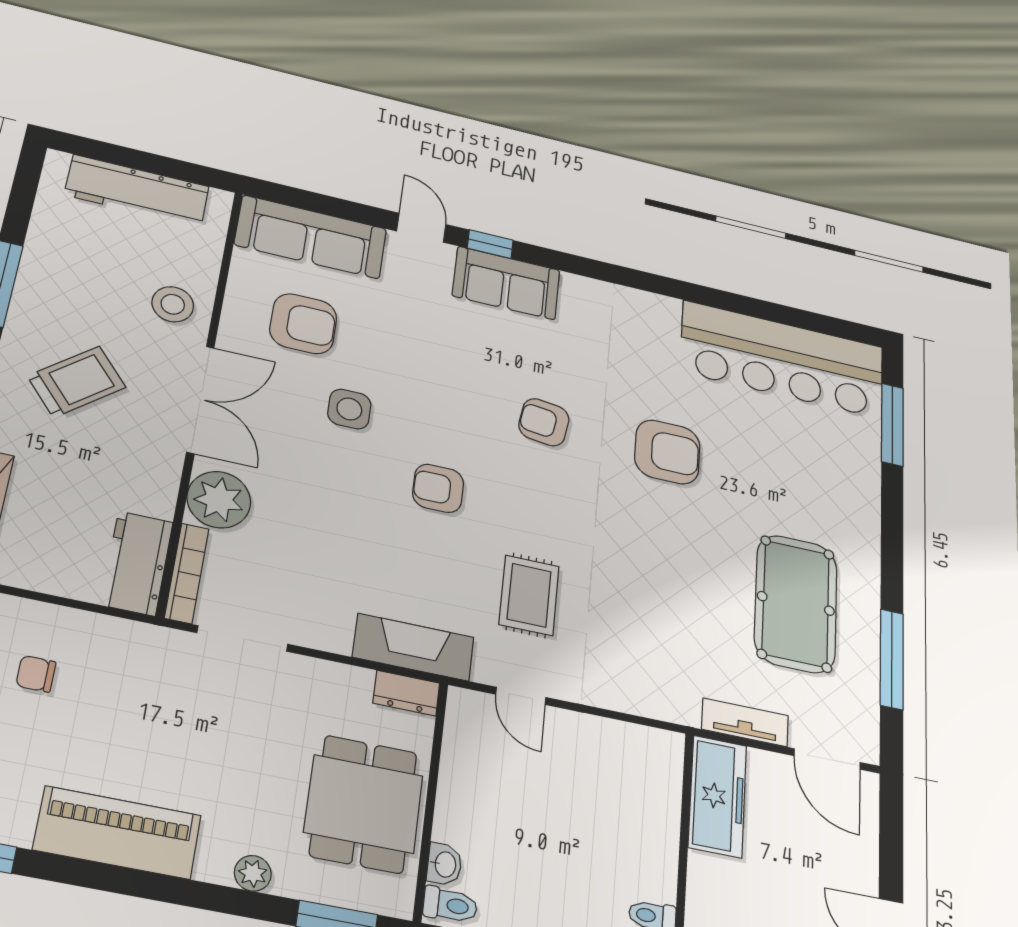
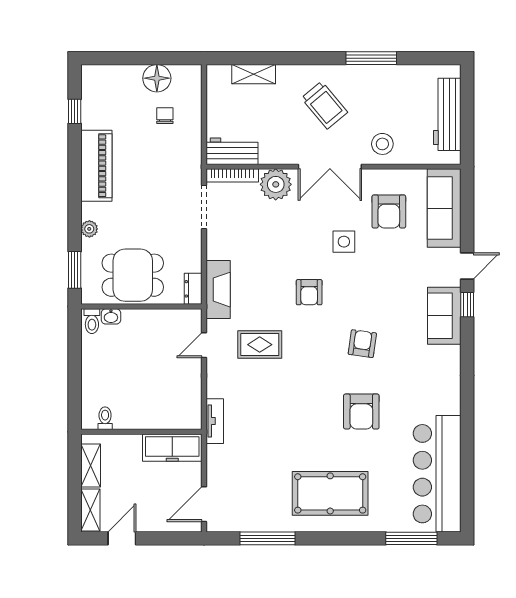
armchair: (438, 488) -> (309, 292), turned 180
pool table: (796, 603) -> (330, 493), moved
tv unit: (745, 722) -> (215, 421), moved

